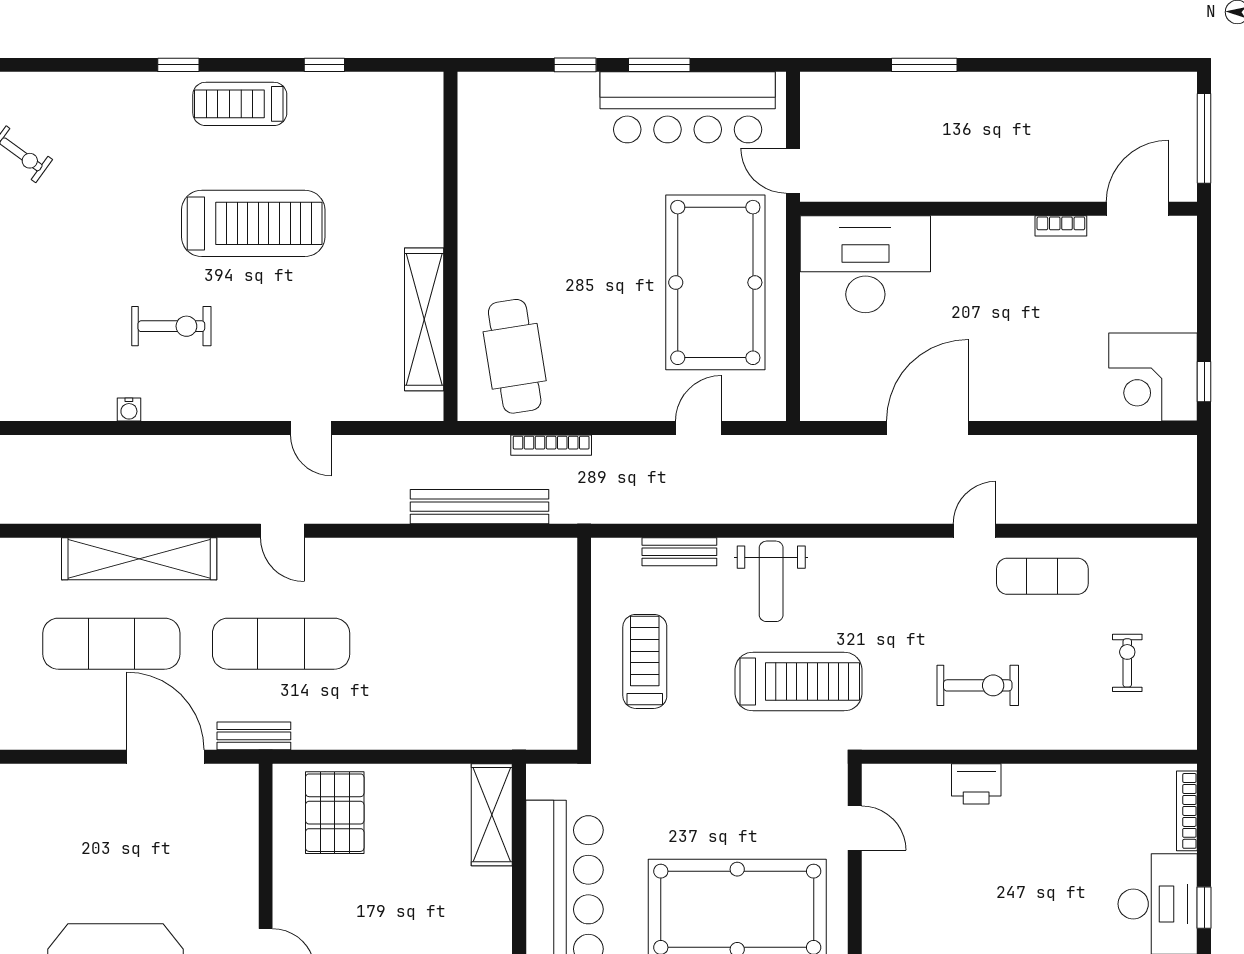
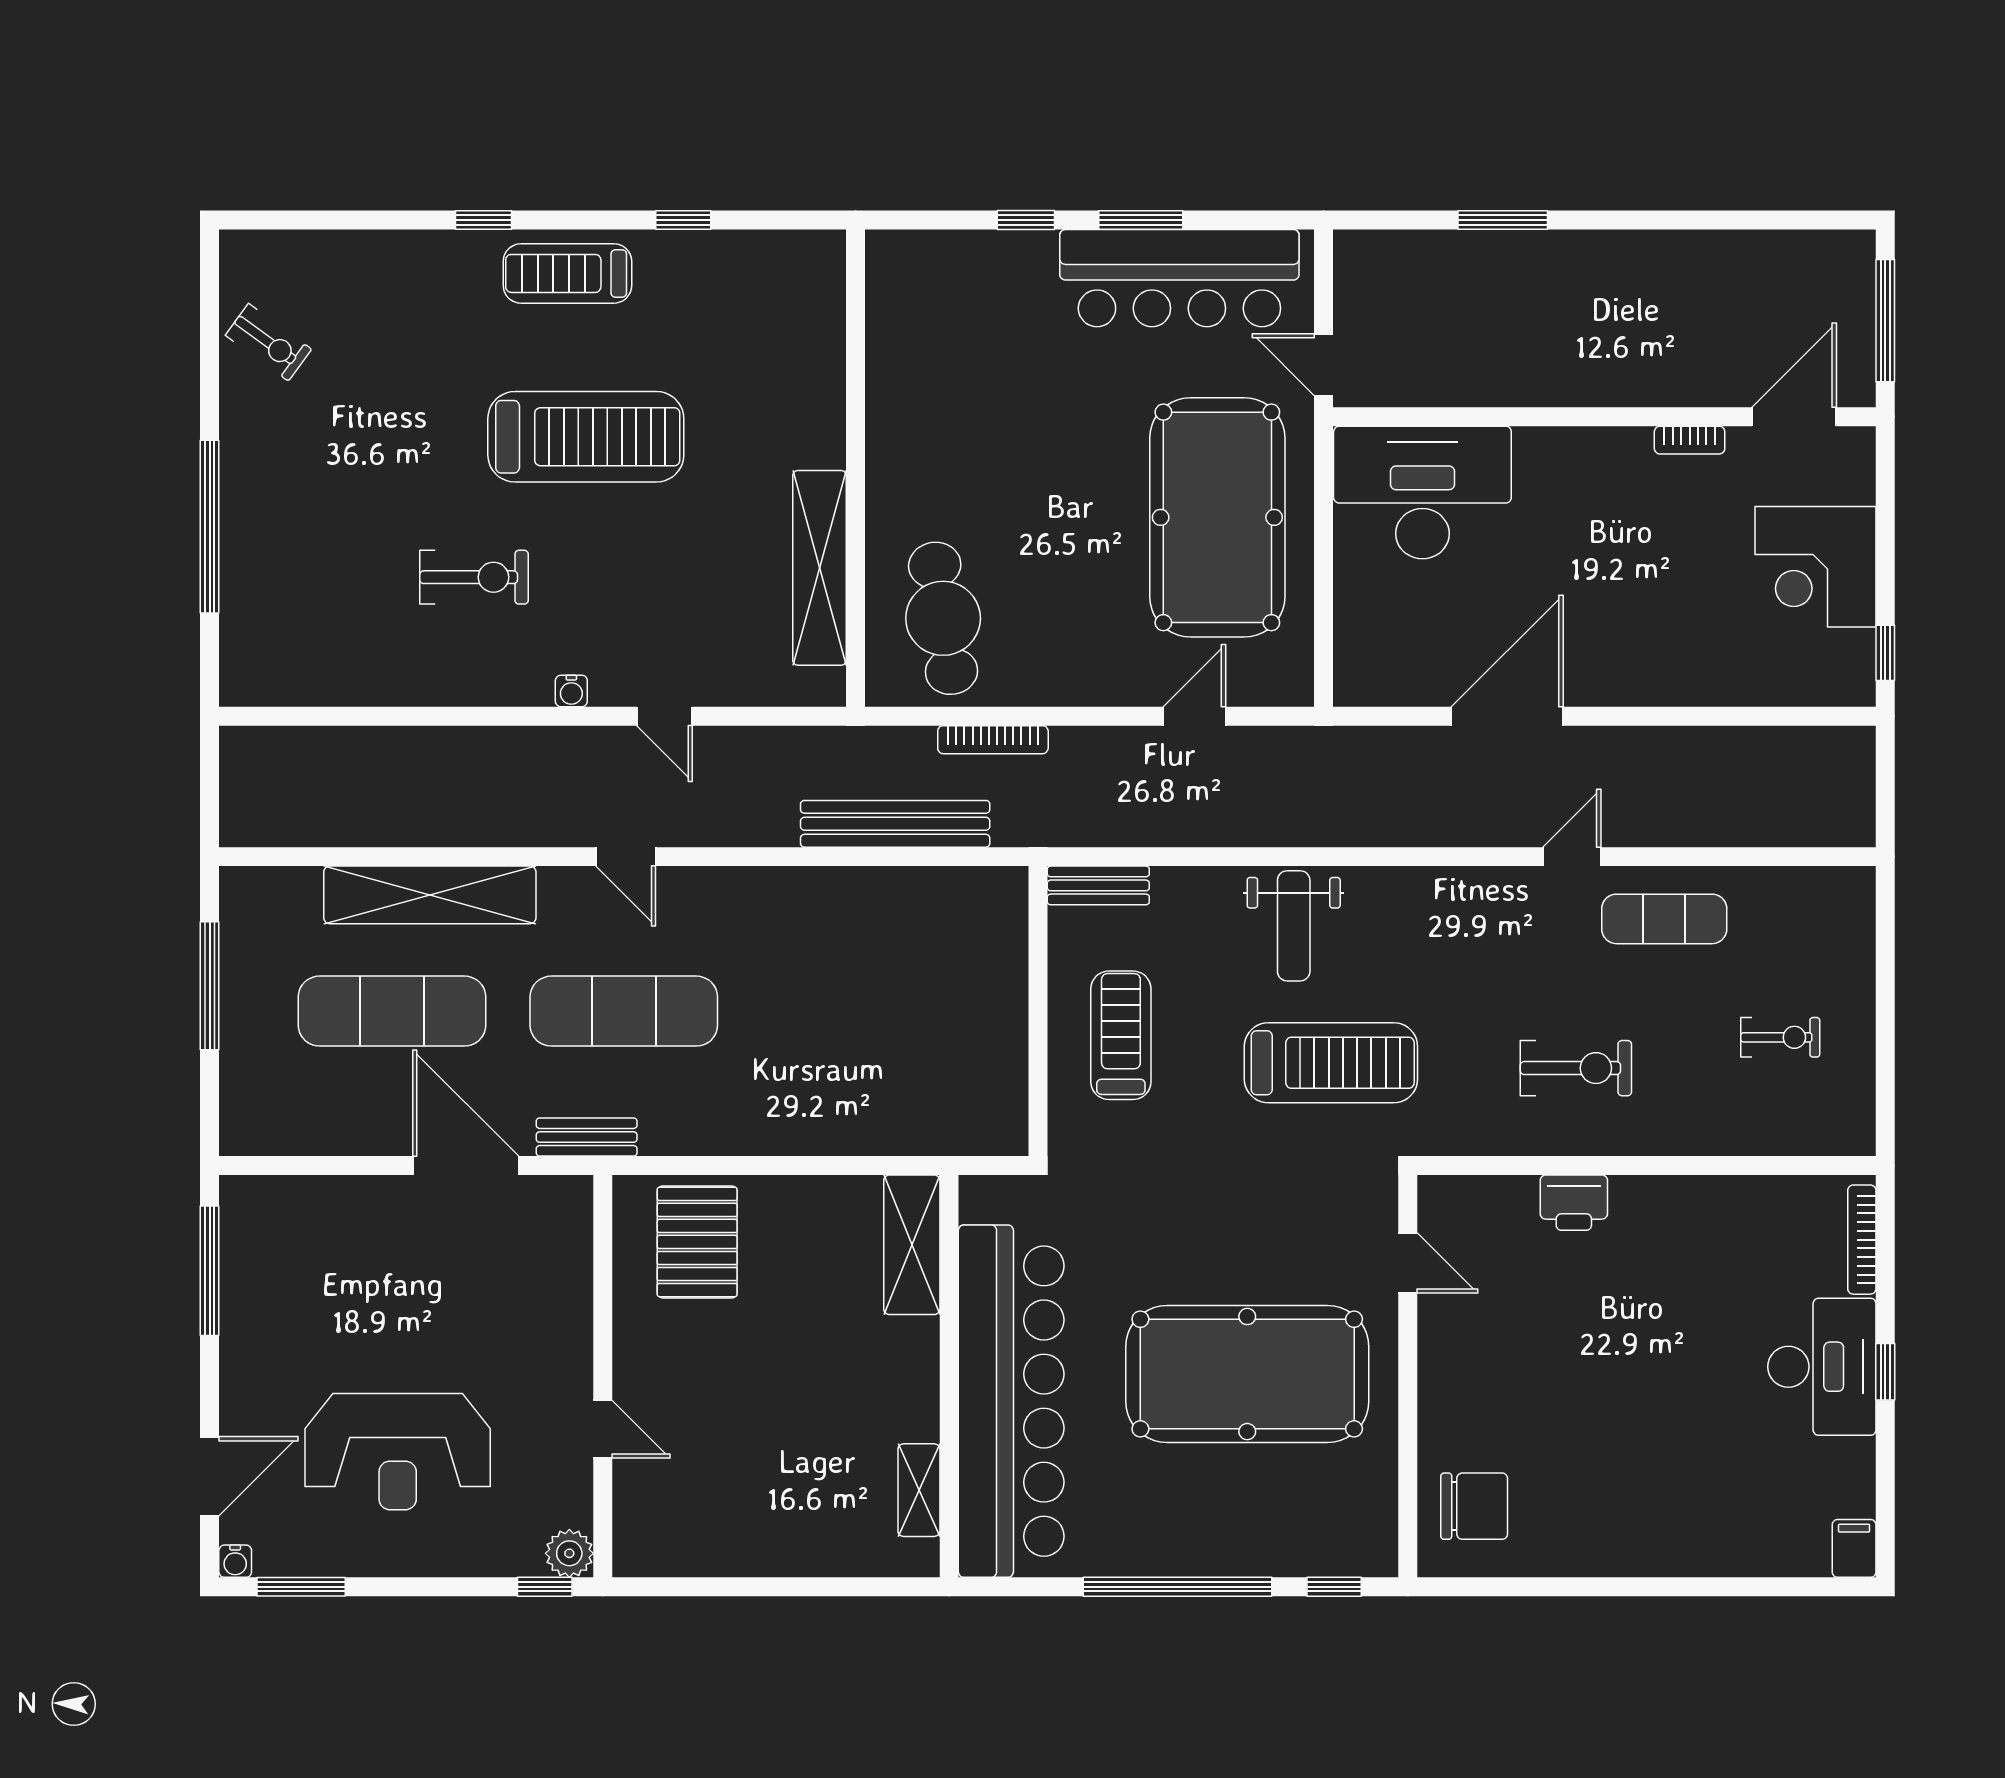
corner desk: (1153, 377) -> (1815, 567), moved
water cooler: (129, 409) -> (571, 691), moved
bench: (679, 552) -> (1098, 885), moved
exercise bike: (1127, 663) -> (1780, 1037), turned 90

